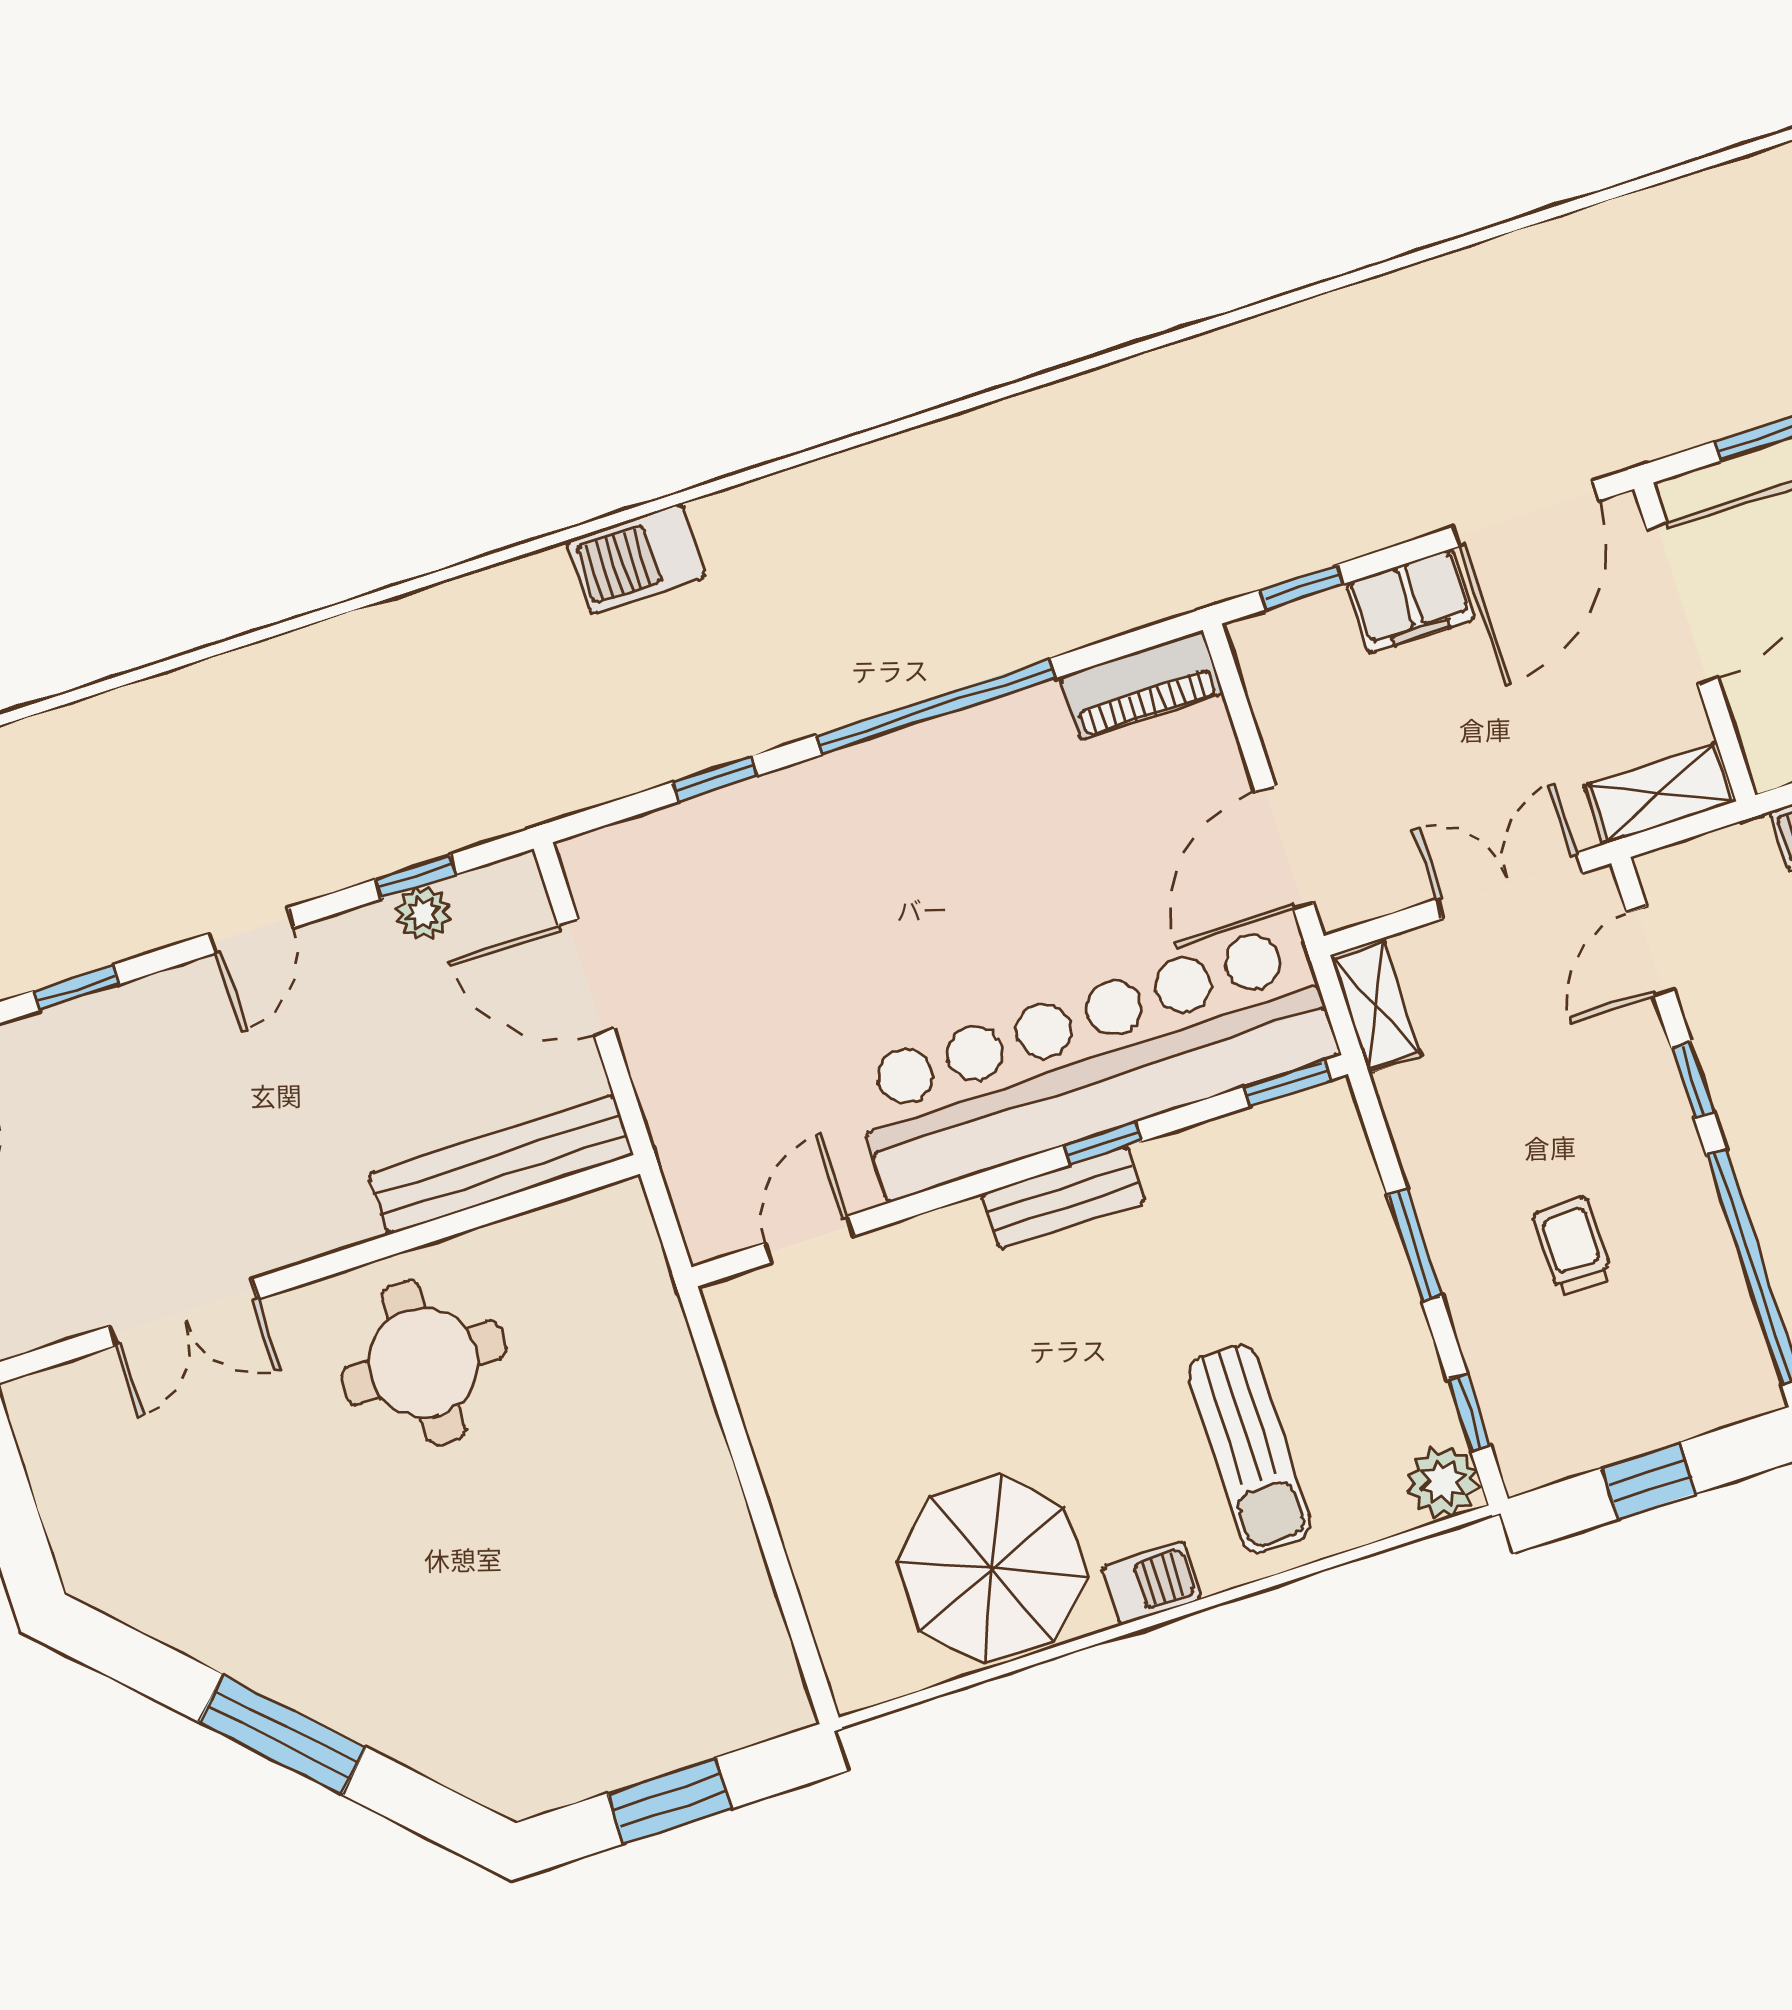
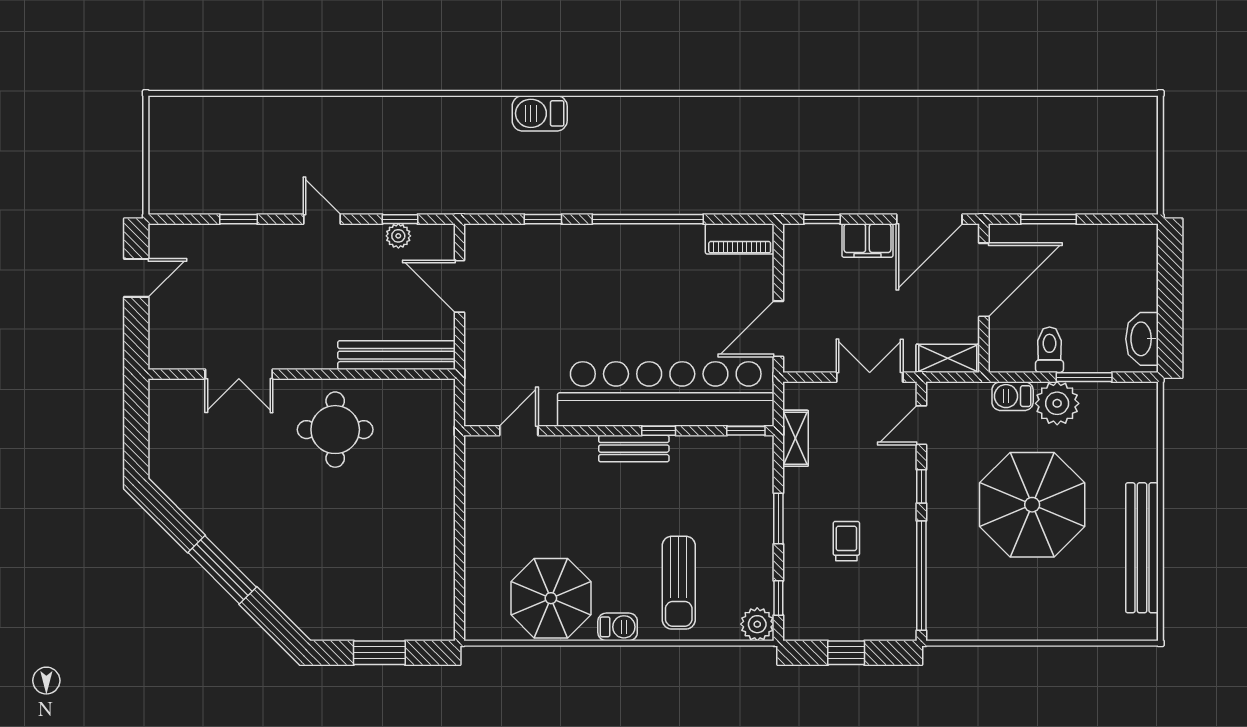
door: (251, 930) -> (322, 219), swing flipped
shelving: (1376, 1005) -> (795, 438), moved

